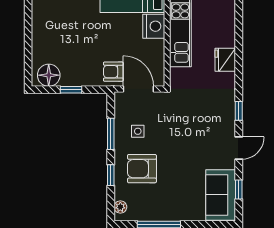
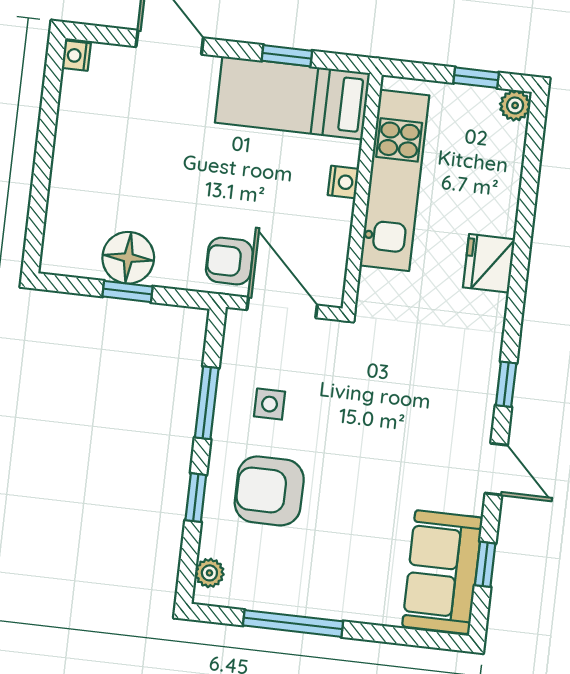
nightstand: (154, 26) -> (343, 182), width x0.53, depth x0.56
floor lamp: (49, 75) -> (128, 258), moved
door: (239, 148) -> (496, 469), hinge flipped

